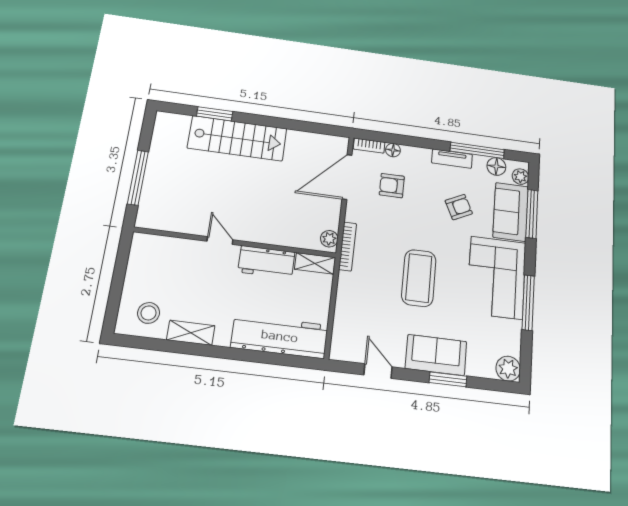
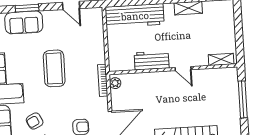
shelving: (315, 263) -> (221, 59), moved
stool: (149, 313) -> (216, 15), removed
sofa: (436, 355) -> (24, 22), moved

